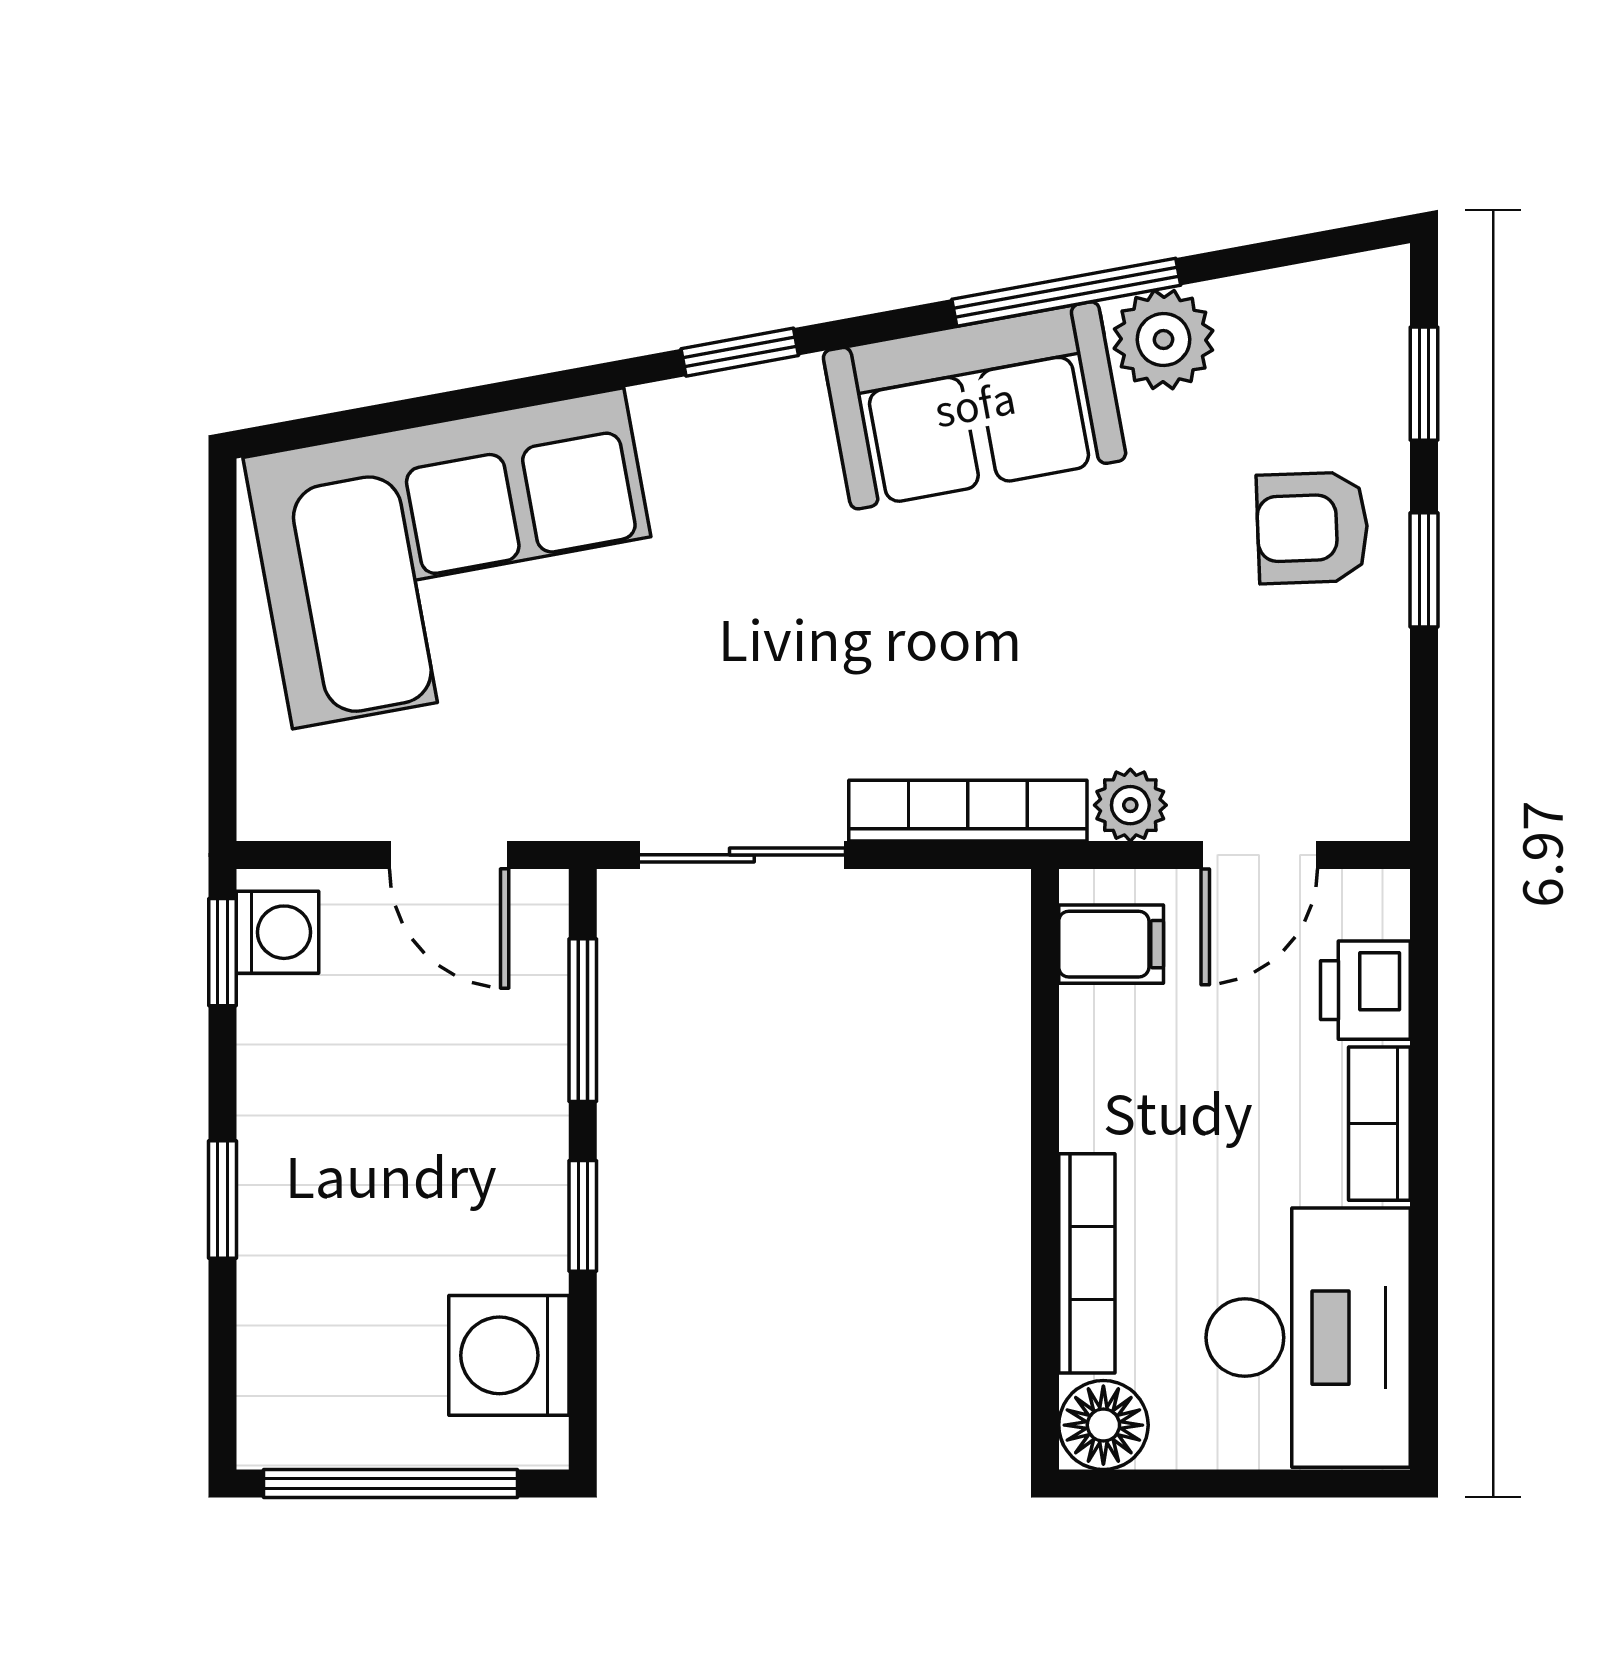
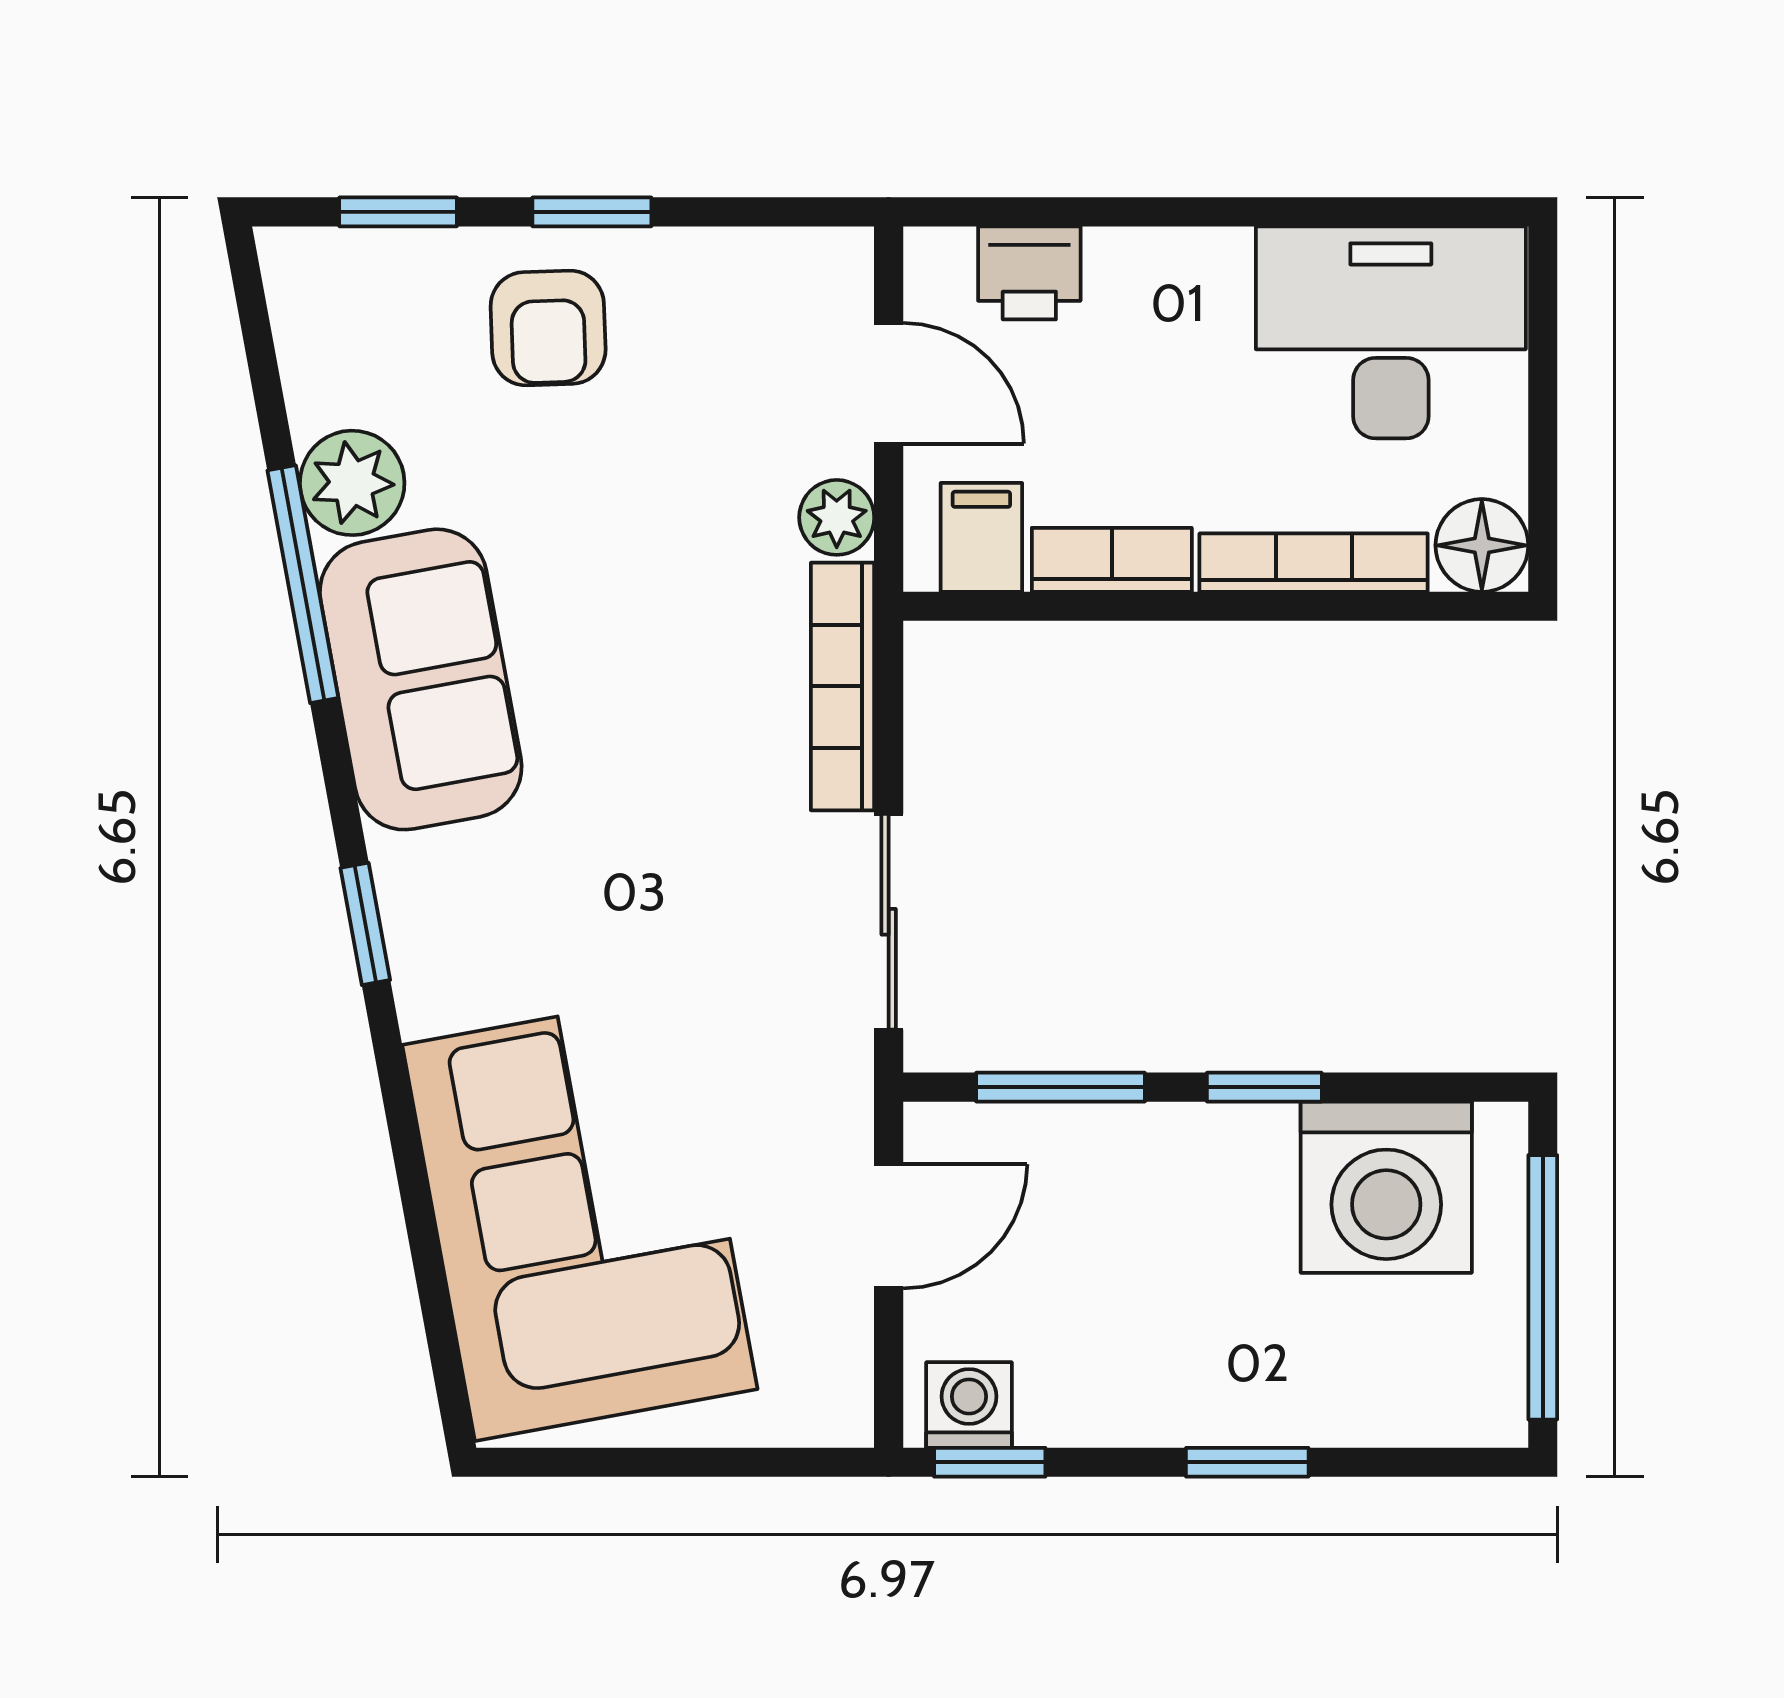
bookcase: (1379, 1124) -> (1112, 560), moved, turned 180
washing machine: (509, 1355) -> (1386, 1187), width x1.37, depth x1.37

